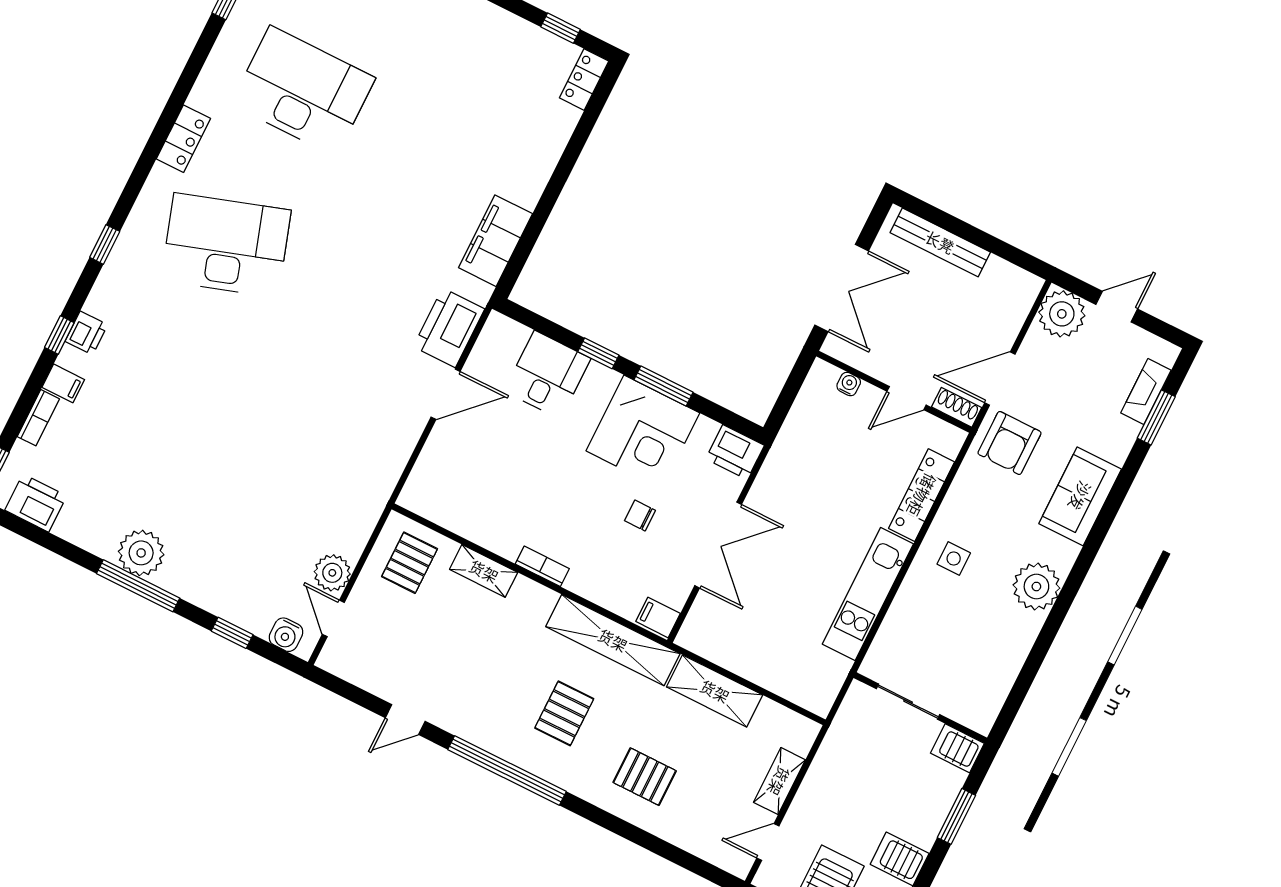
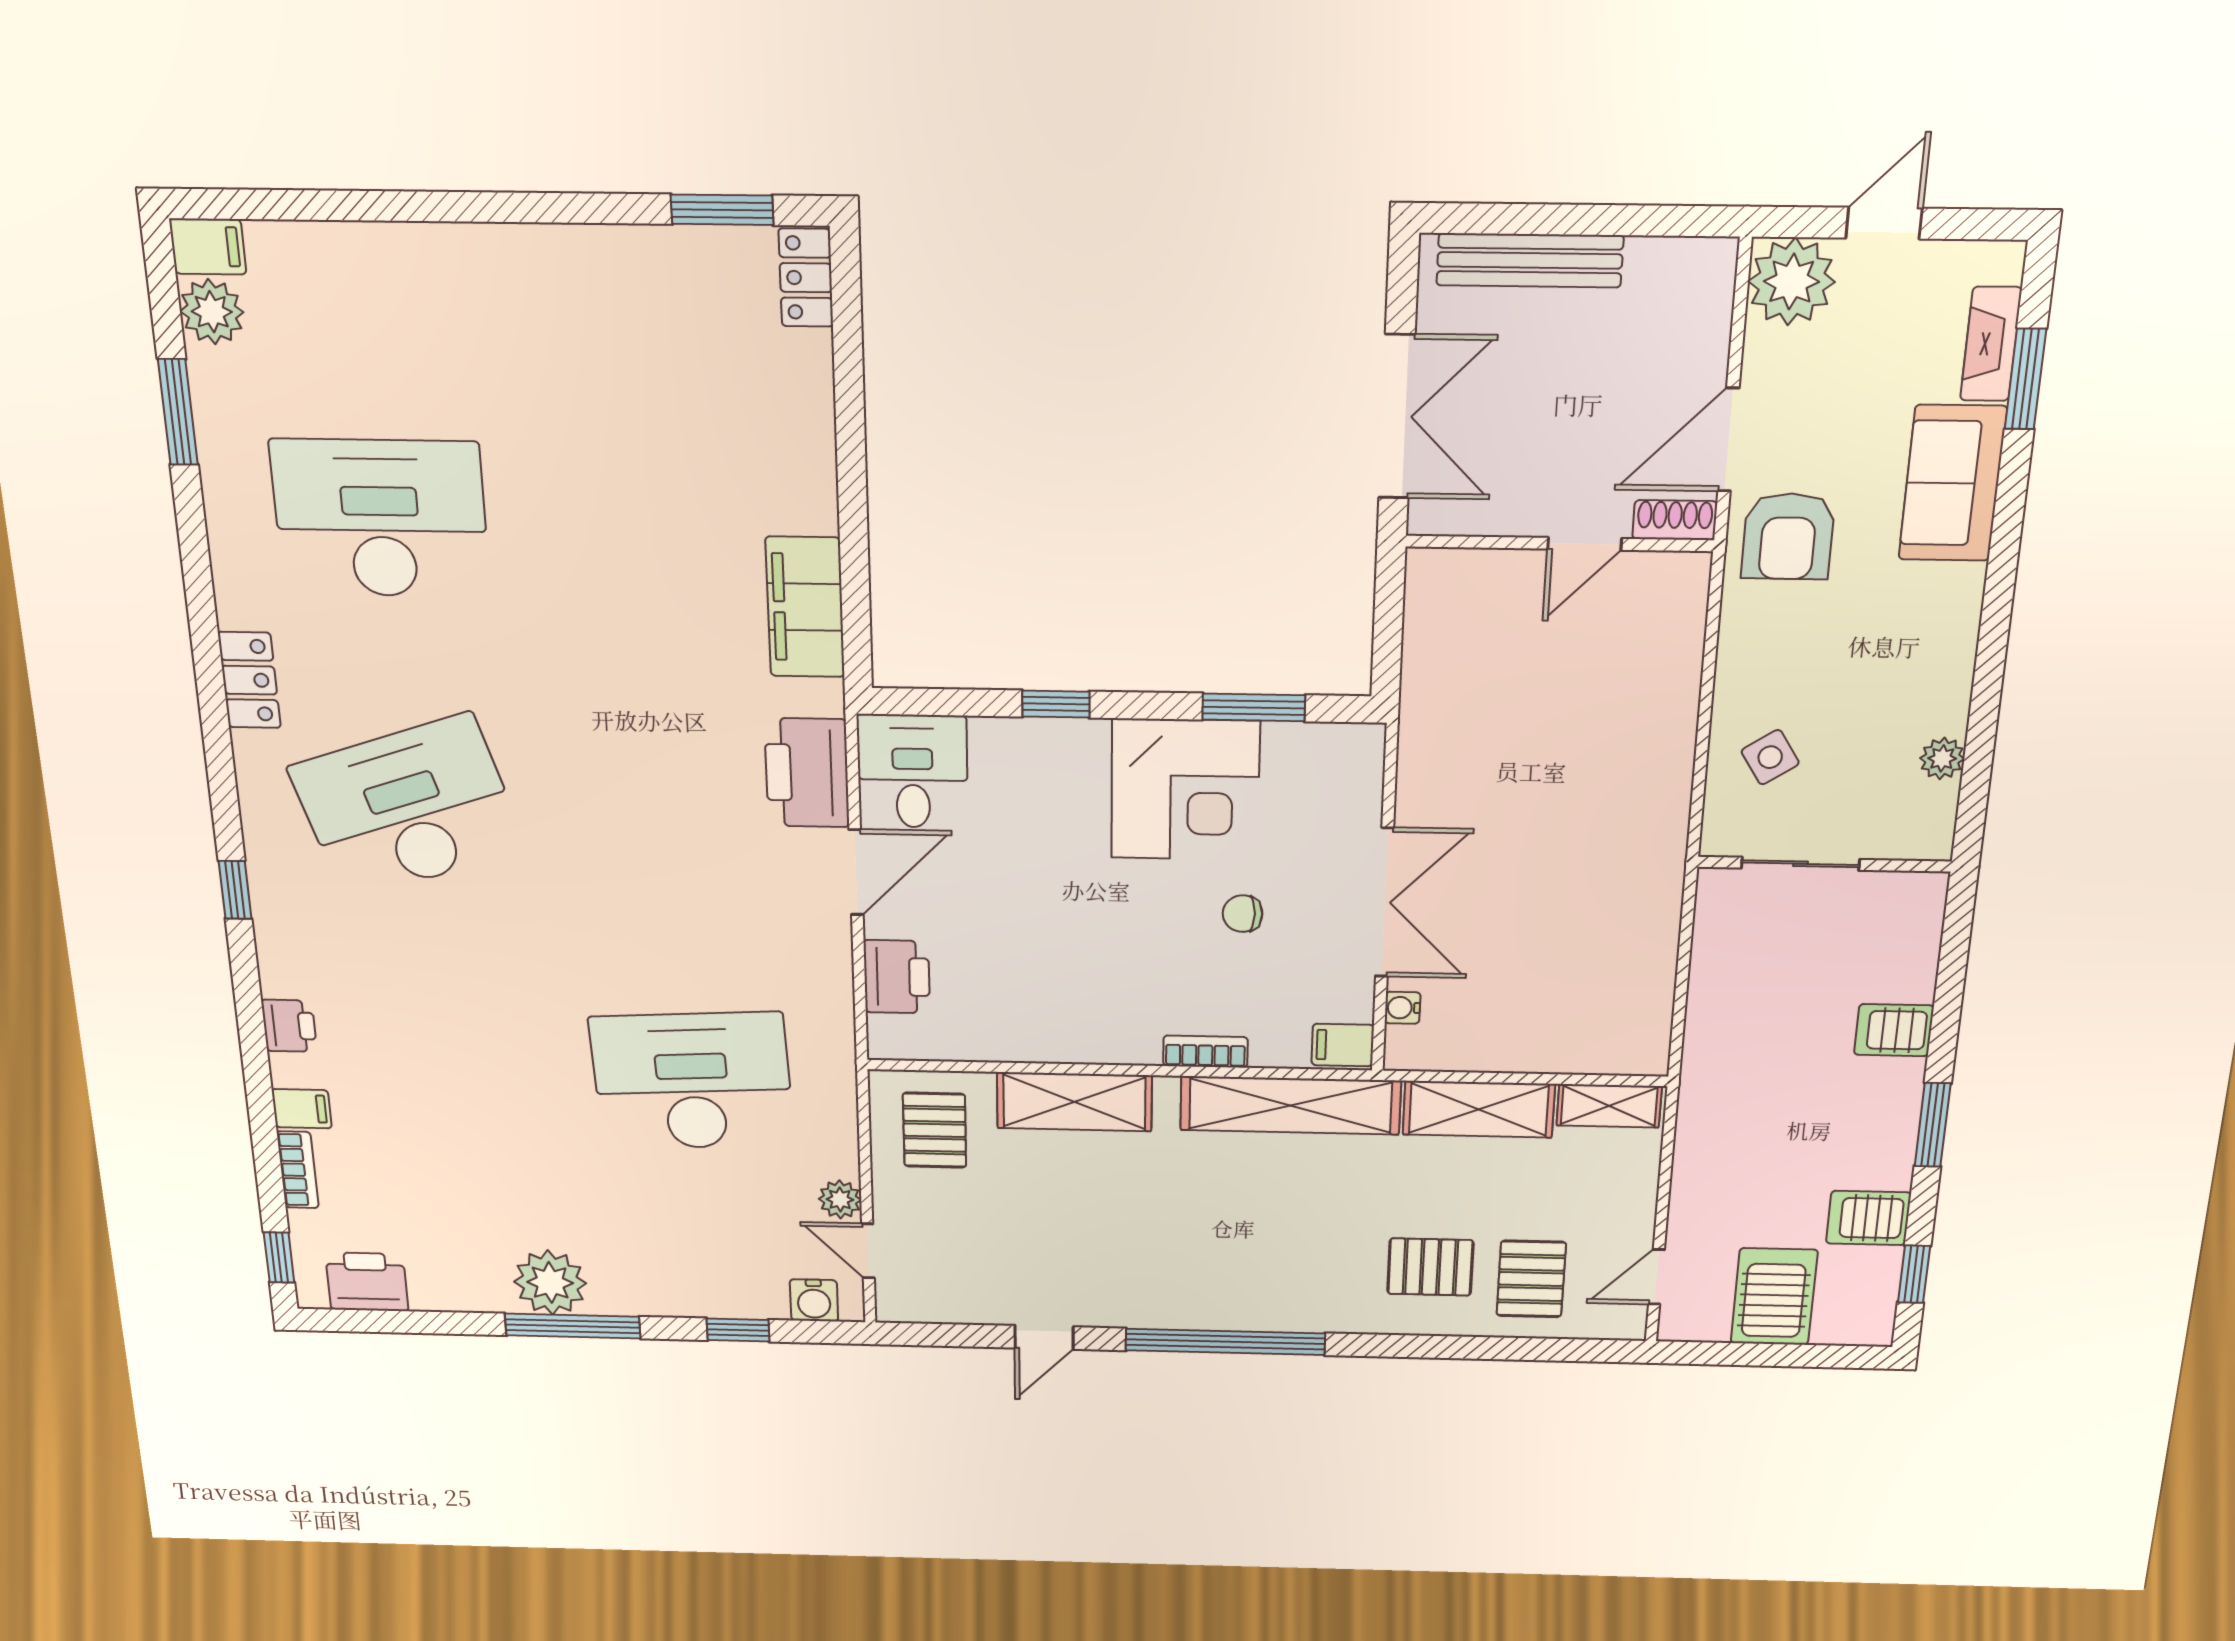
window: (561, 28) -> (722, 210), width x1.50
window: (59, 335) -> (254, 1046), removed
desk: (547, 375) -> (913, 771), moved
water cooler: (849, 384) -> (1403, 1008), moved, turned -90
window: (664, 386) -> (1254, 707), moved
printer: (735, 452) -> (897, 977), moved, turned -90
desk: (291, 470) -> (692, 1081), added
locker: (922, 495) -> (1676, 684), removed
sofa: (1080, 496) -> (1953, 483), moved
side table: (954, 559) -> (1770, 757), turned -33
bookcase: (542, 566) -> (1205, 1052), moved
shelving: (484, 571) -> (1074, 1102), width x1.50, depth x1.33
plant: (332, 573) -> (840, 1199), width x0.73, depth x0.73
plant: (1036, 587) -> (1942, 758), width x0.53, depth x0.53
kitchen unit: (868, 594) -> (1654, 870), removed
sliding door: (908, 702) -> (1800, 864), moved
wall: (920, 708) -> (1824, 864), moved
pallet: (564, 713) -> (1531, 1279), moved
shelving: (779, 781) -> (1609, 1106), moved, turned 90

